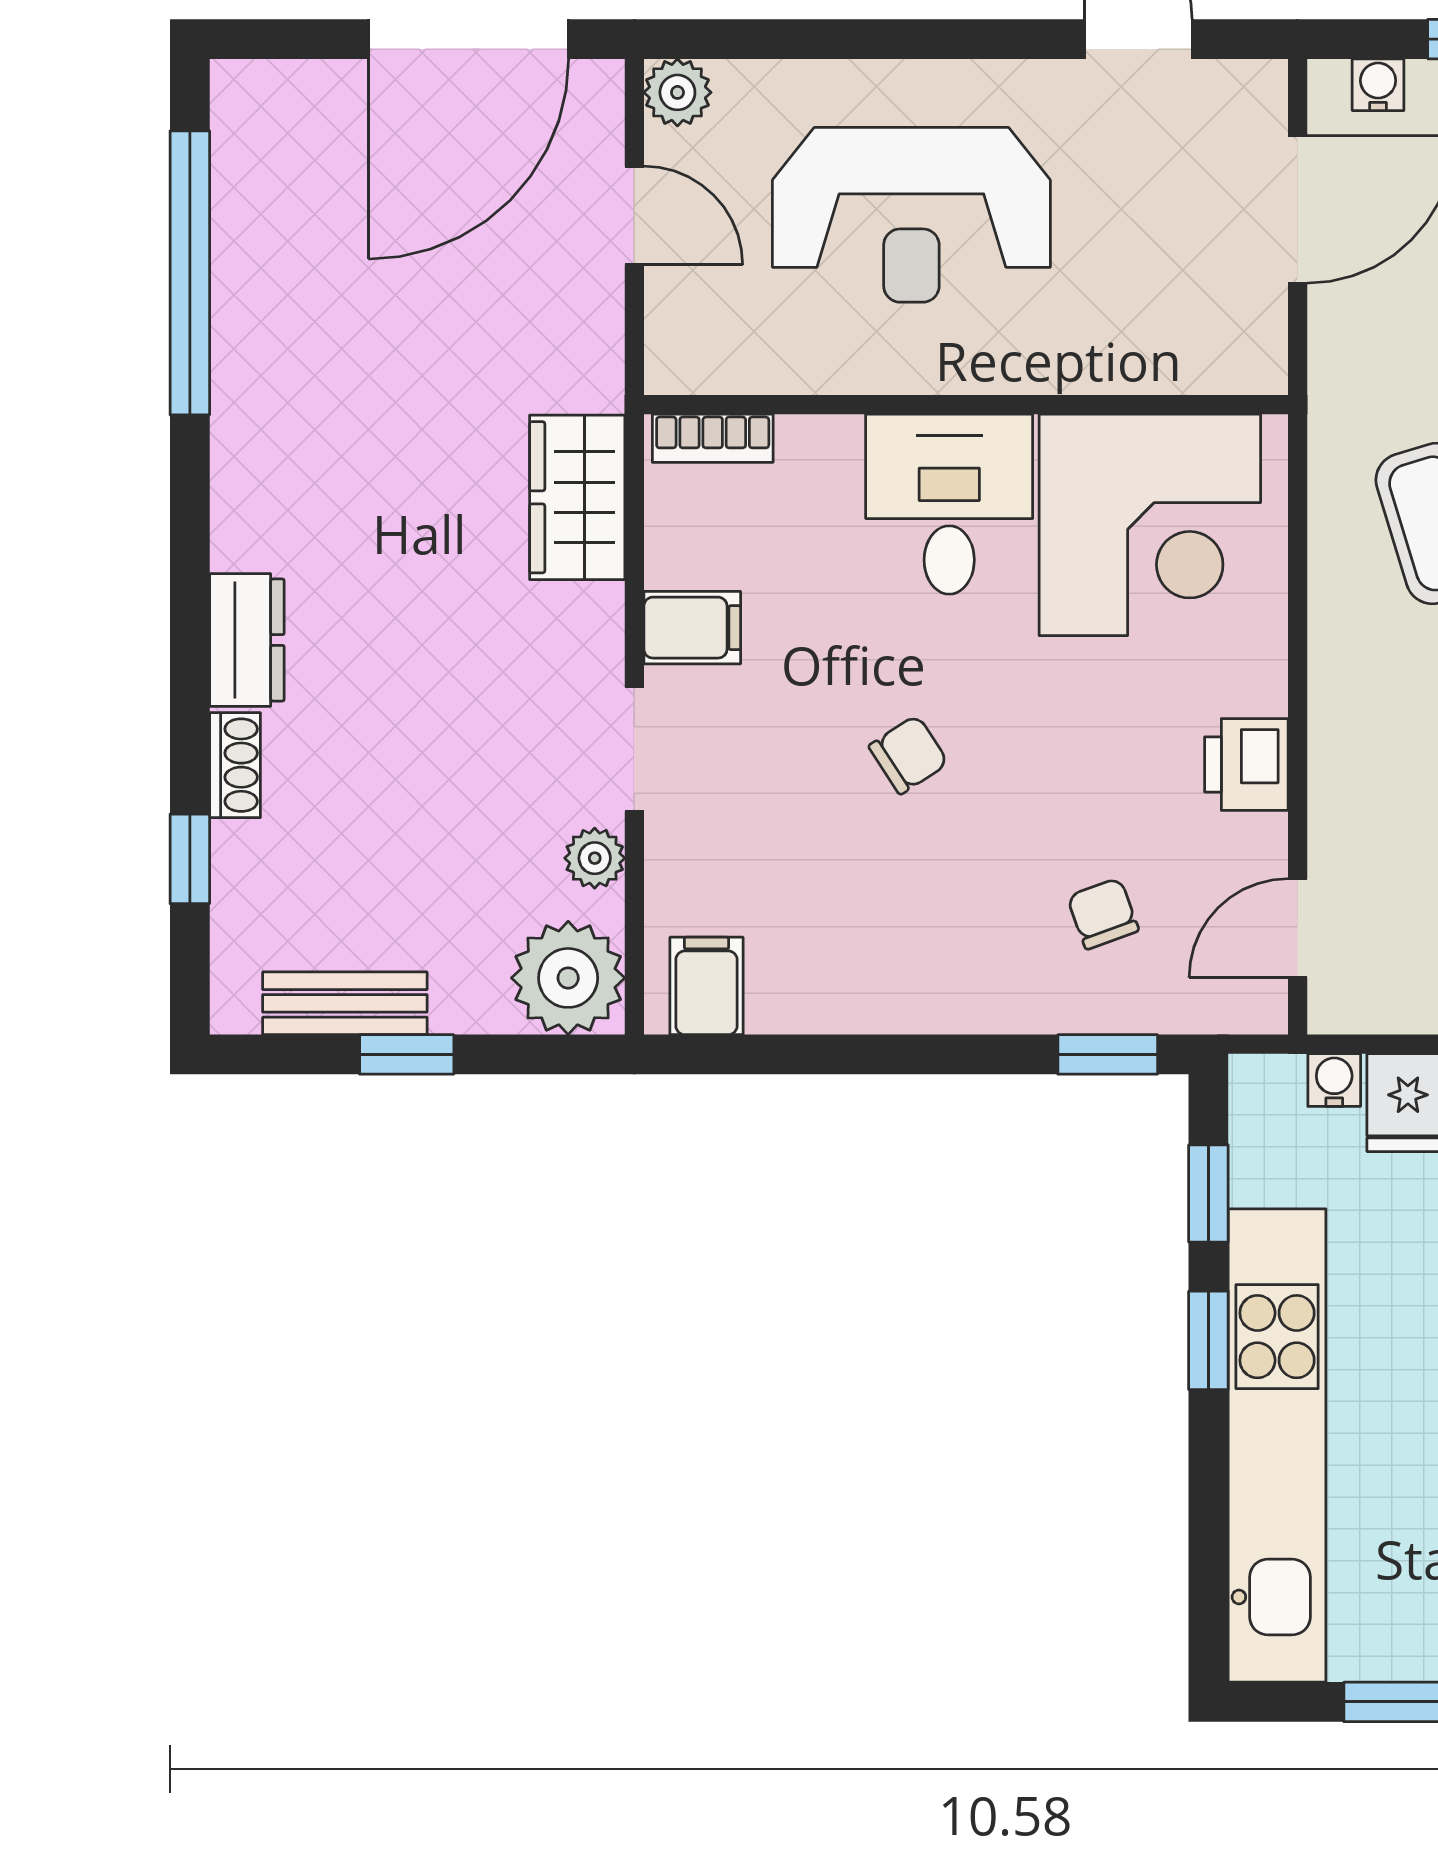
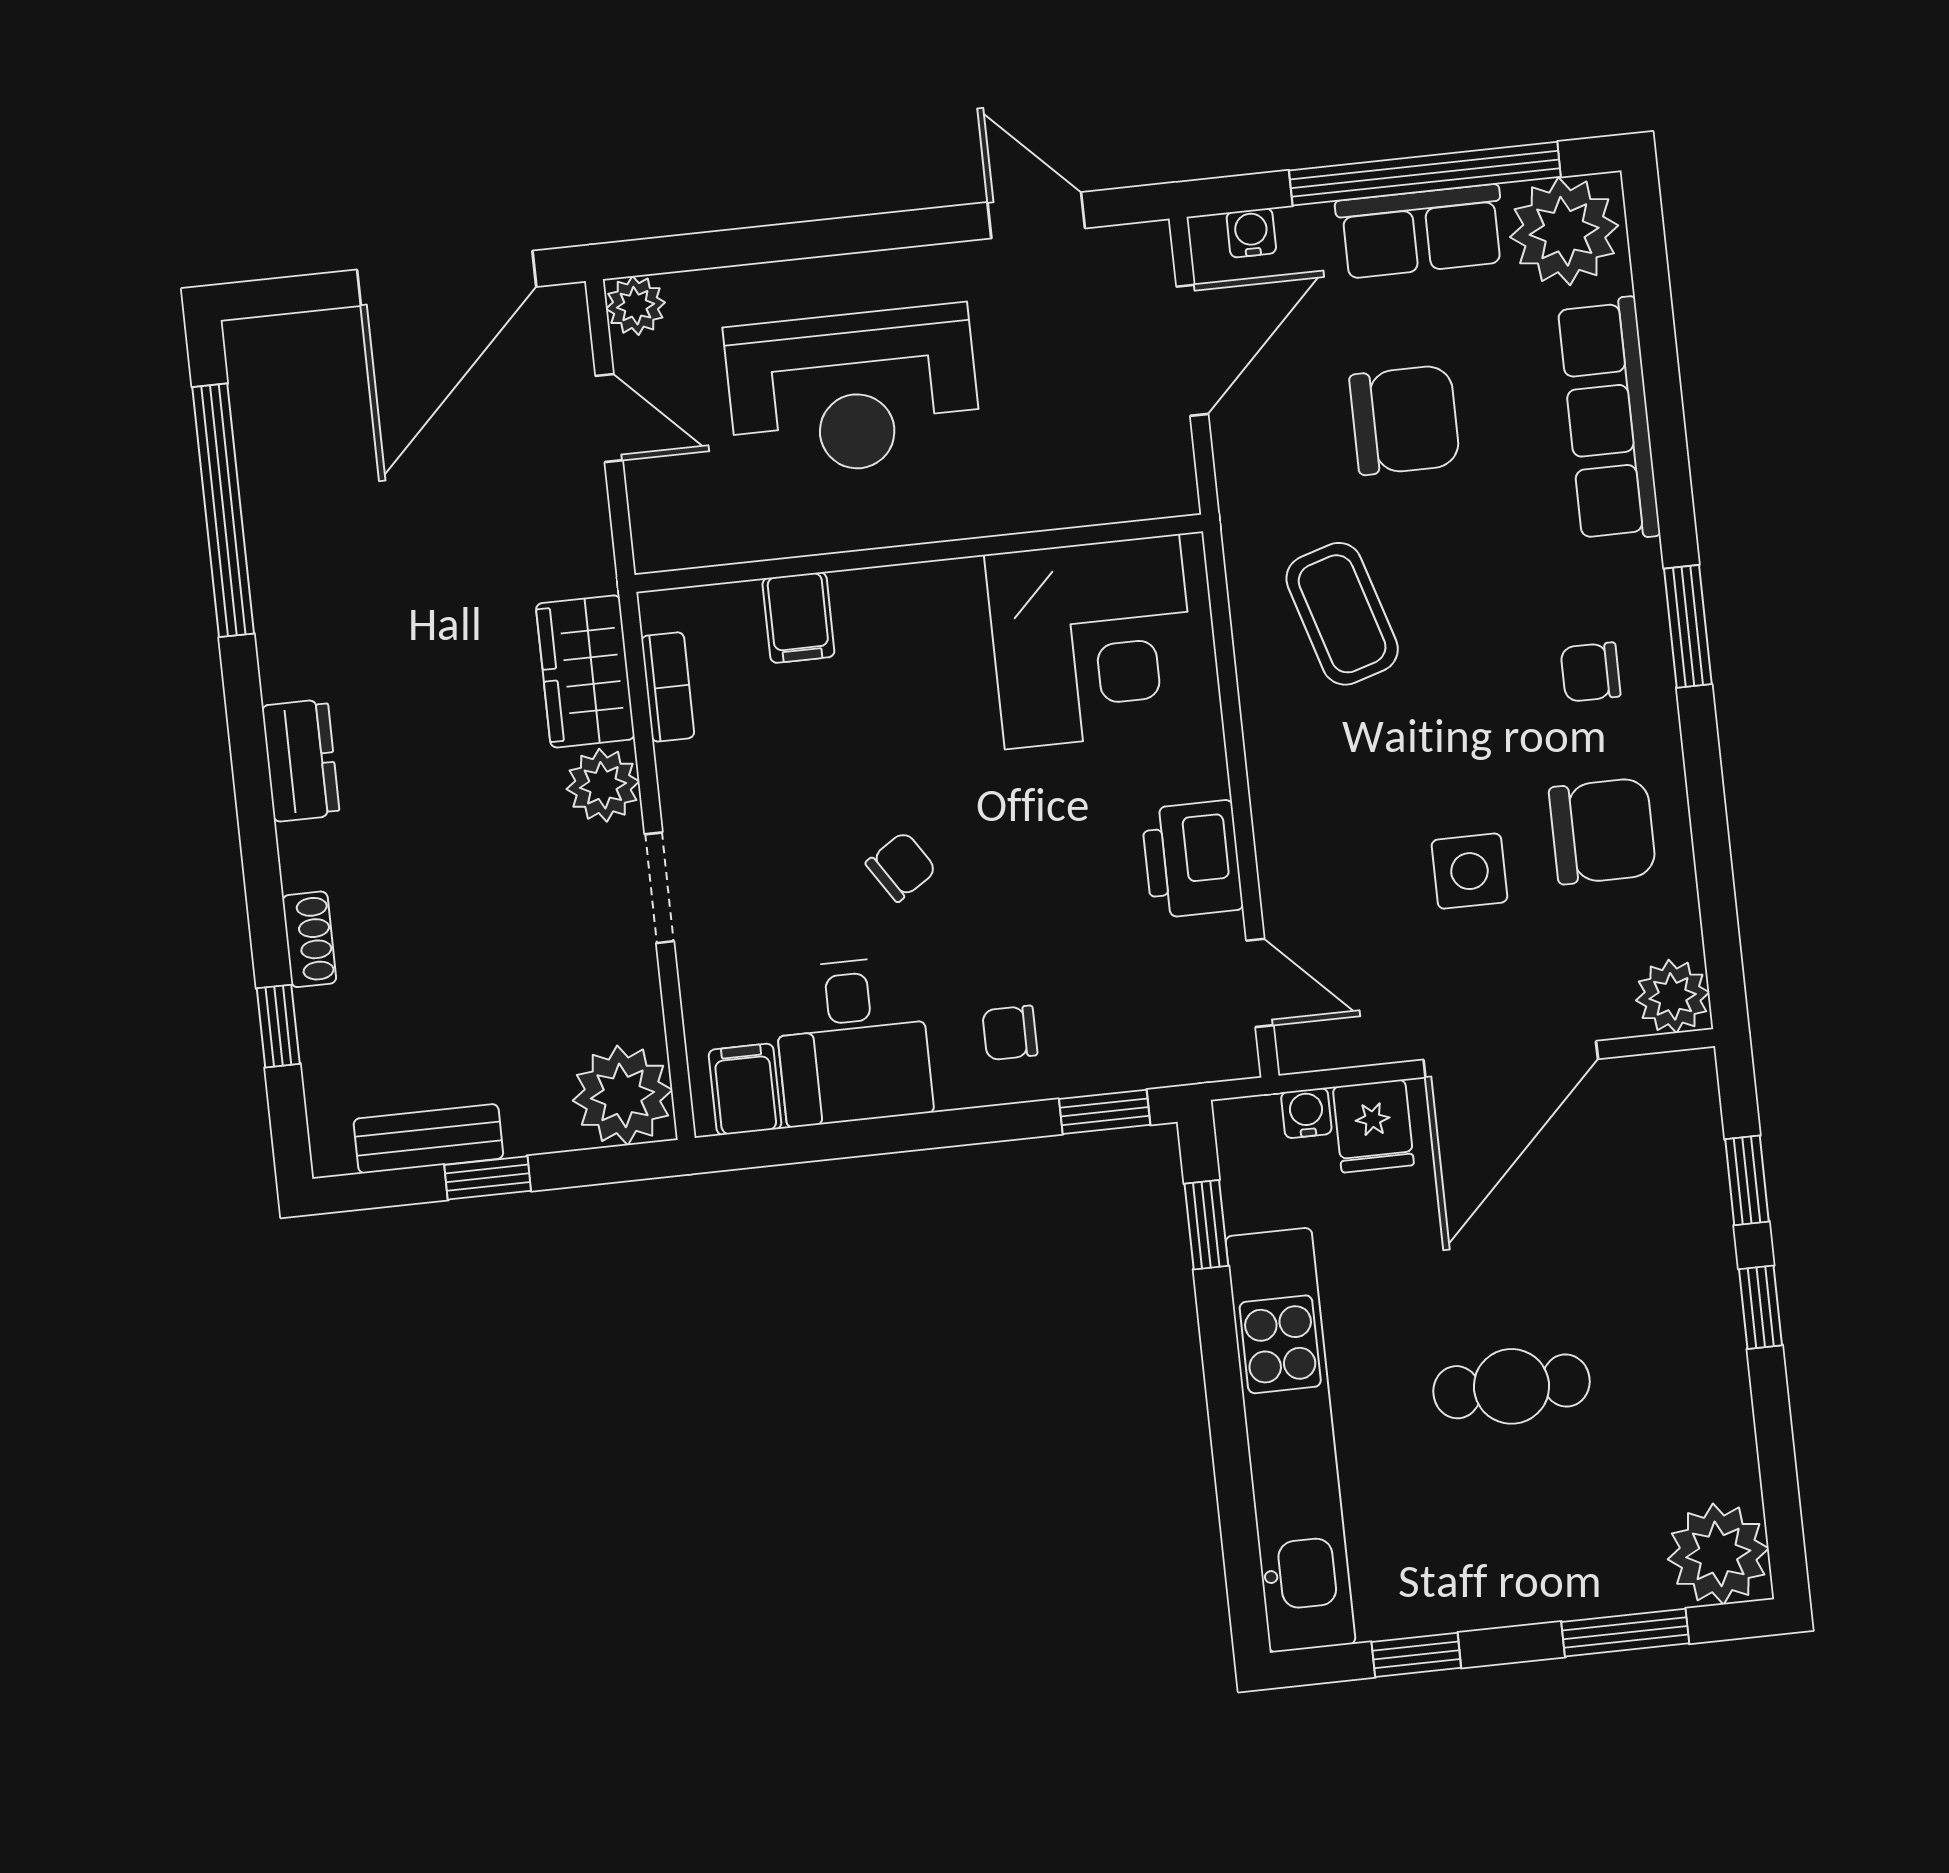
bookcase: (713, 438) -> (668, 687), moved, turned -90
desk: (949, 504) -> (852, 1041), moved, turned 180
filing cabinet: (692, 628) -> (798, 618), moved, turned 90
dresser: (247, 640) -> (301, 760), moved
printer: (1246, 764) -> (1192, 859), width x1.36, depth x1.24
plant: (595, 858) -> (603, 785), moved, width x1.38, depth x1.38
chair: (1103, 914) -> (1010, 1033), moved, turned -70
door: (1298, 928) -> (1260, 983), swing flipped
window: (1208, 1340) -> (1220, 1354), removed

